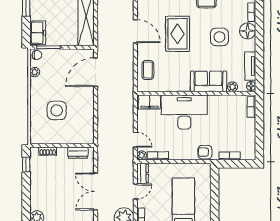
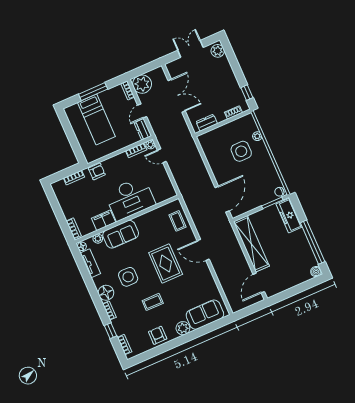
freezer: (38, 33) -> (289, 216), width x1.40
plant: (35, 72) -> (257, 136), moved
filing cabinet: (149, 102) -> (104, 220), moved

